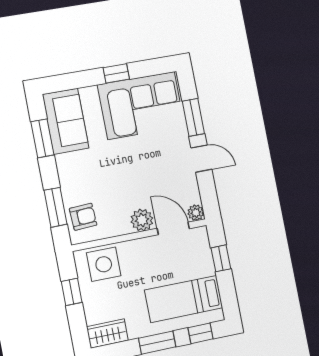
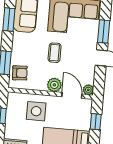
coffee table: (128, 170) -> (55, 53), added
side table: (104, 264) -> (36, 111), moved

